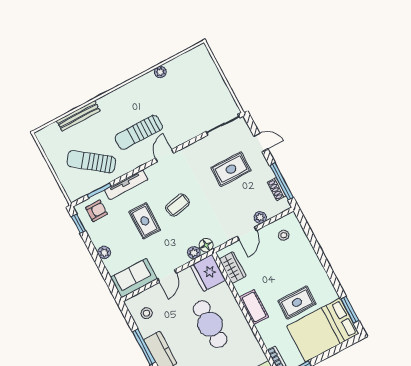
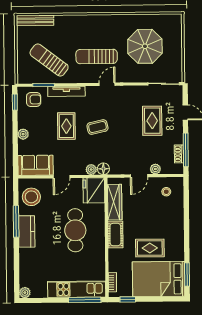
plant: (160, 72) -> (137, 19), removed
parasol: (183, 96) -> (145, 46), added
bench: (78, 116) -> (35, 20), moved
rug: (231, 169) -> (152, 121), turned 90
wardrobe: (233, 268) -> (115, 202), width x1.50
stool: (147, 313) -> (31, 197), width x1.89, depth x1.89

